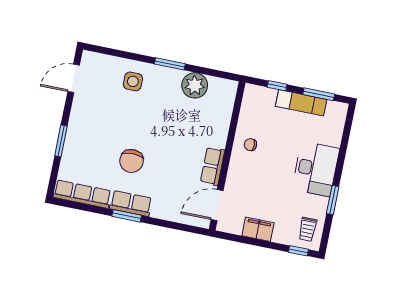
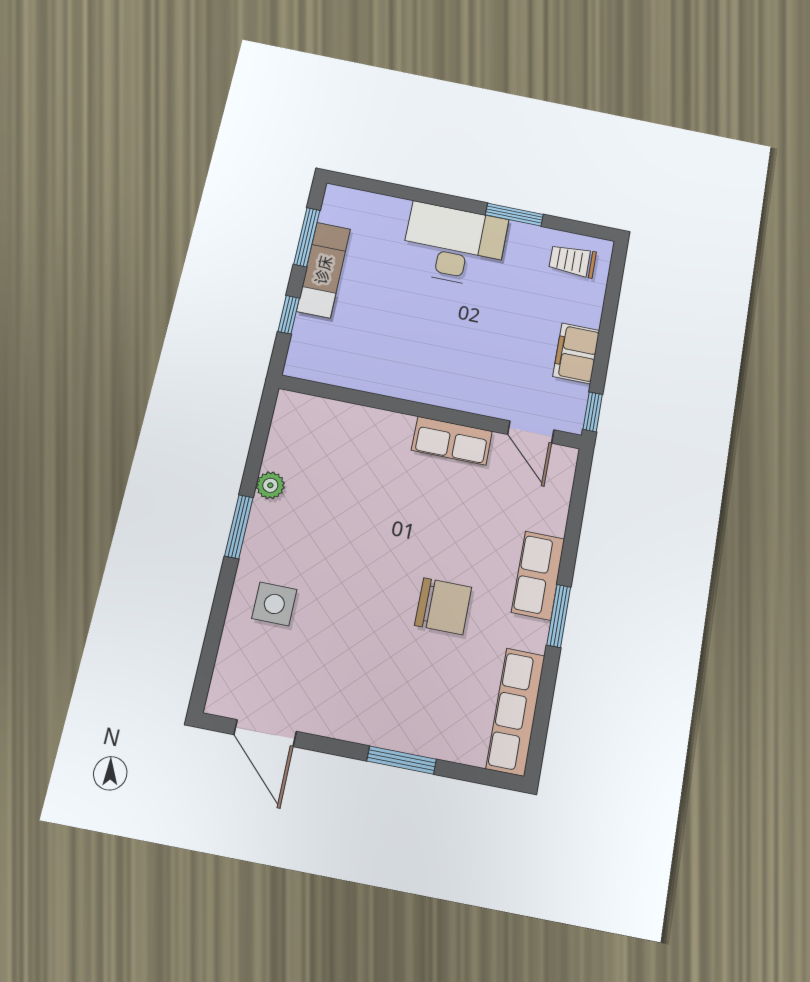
plant: (195, 85) -> (270, 485), width x0.53, depth x0.53
chair: (250, 145) -> (407, 366), removed
row of seats: (131, 203) -> (538, 575), moved
door: (217, 205) -> (531, 432), width x0.73
trolley: (308, 229) -> (573, 261), turned 180
window: (298, 251) -> (593, 412), moved

